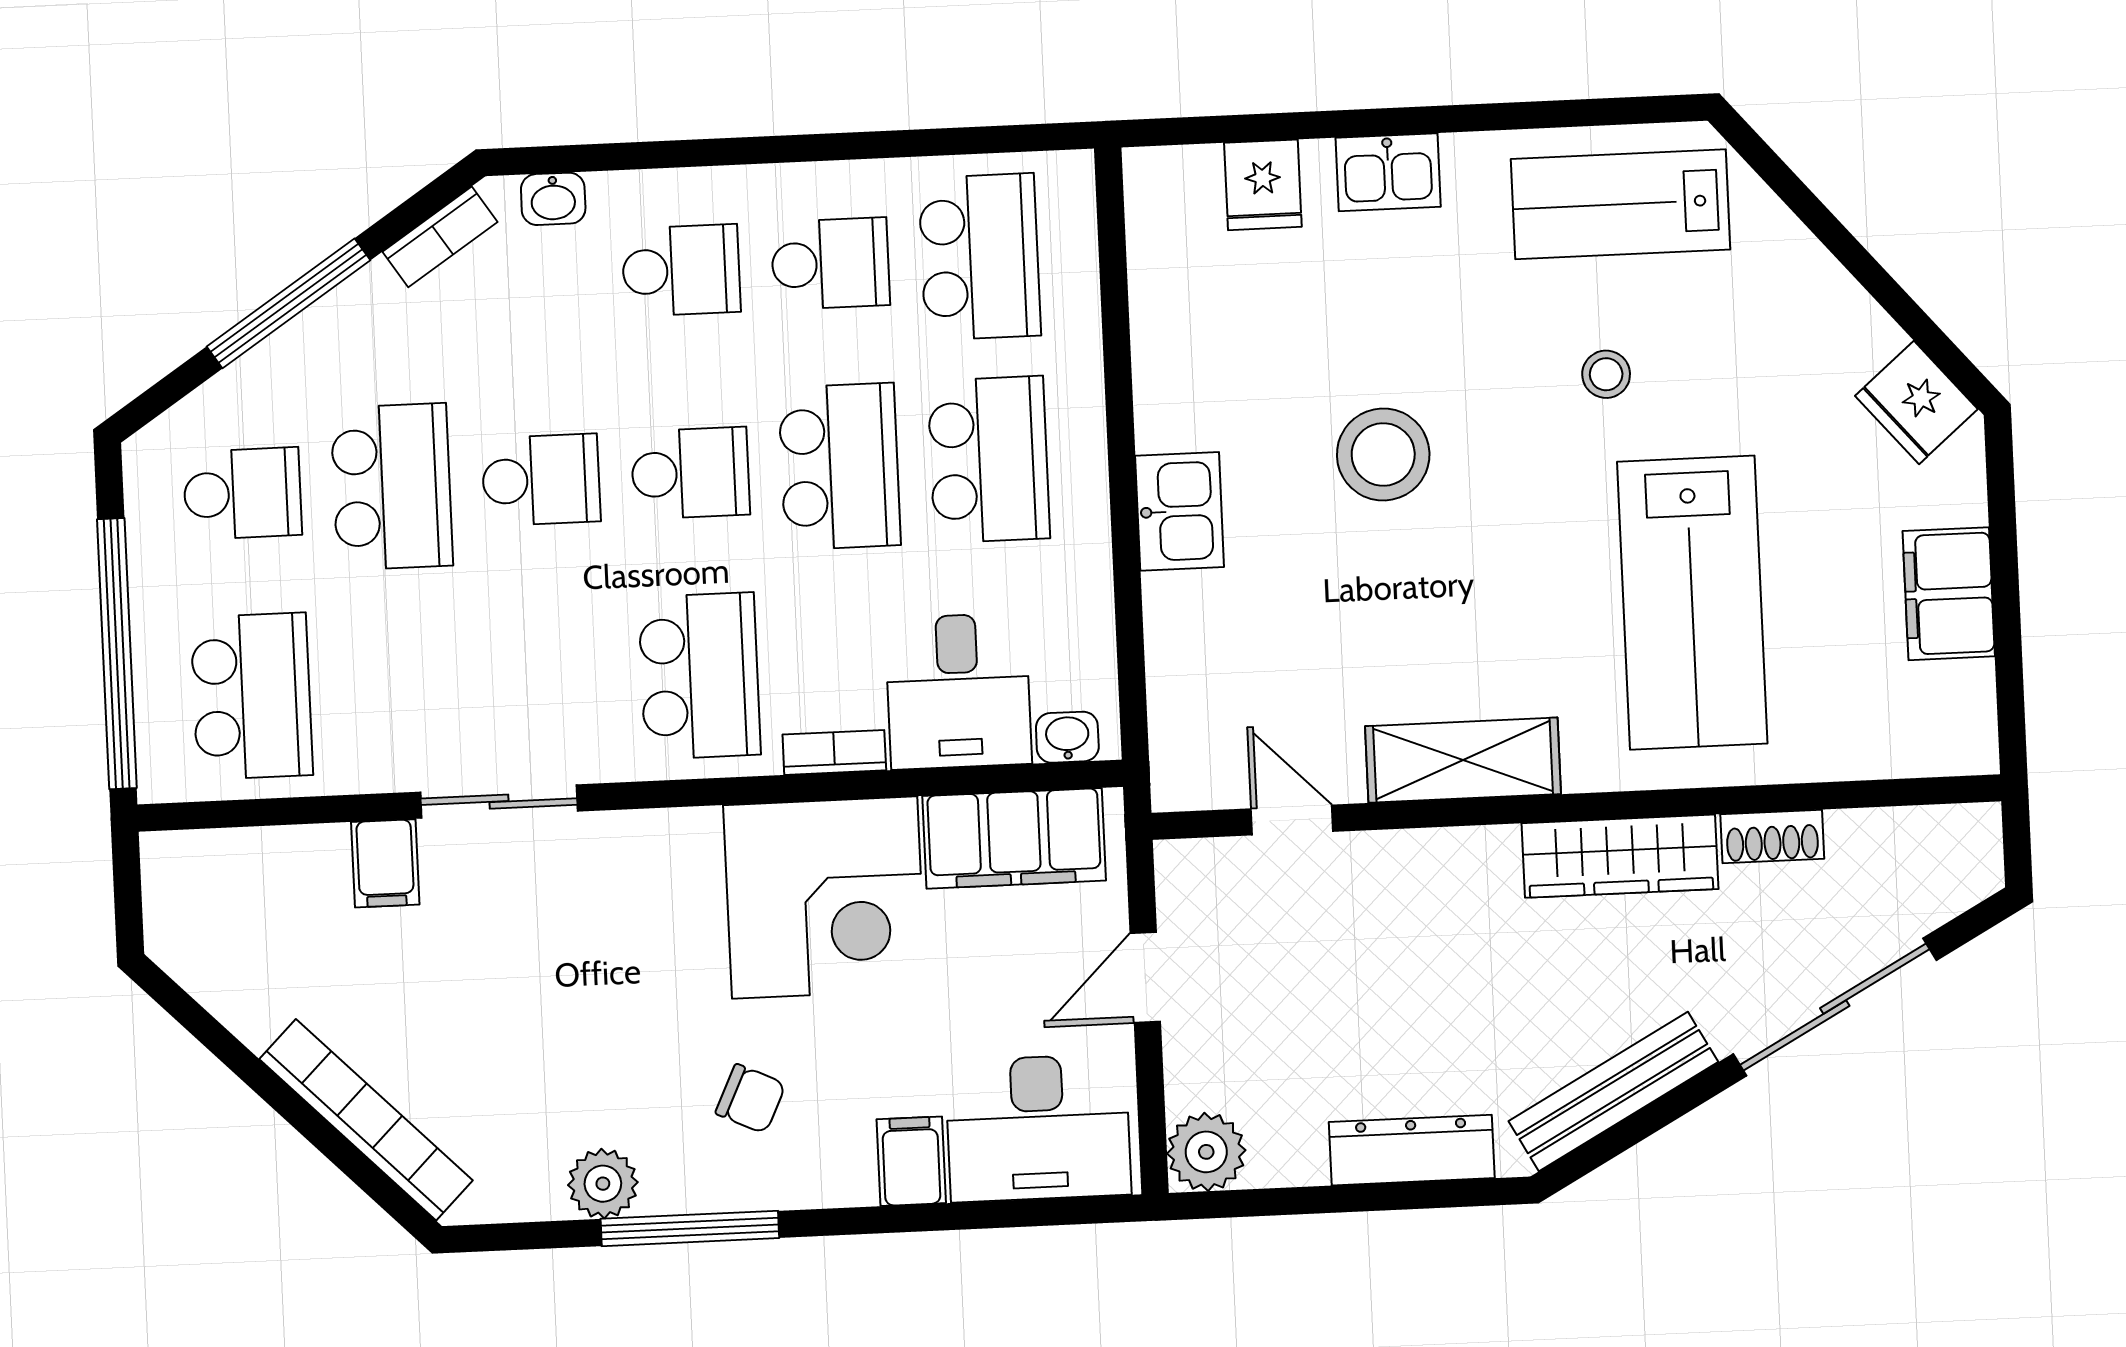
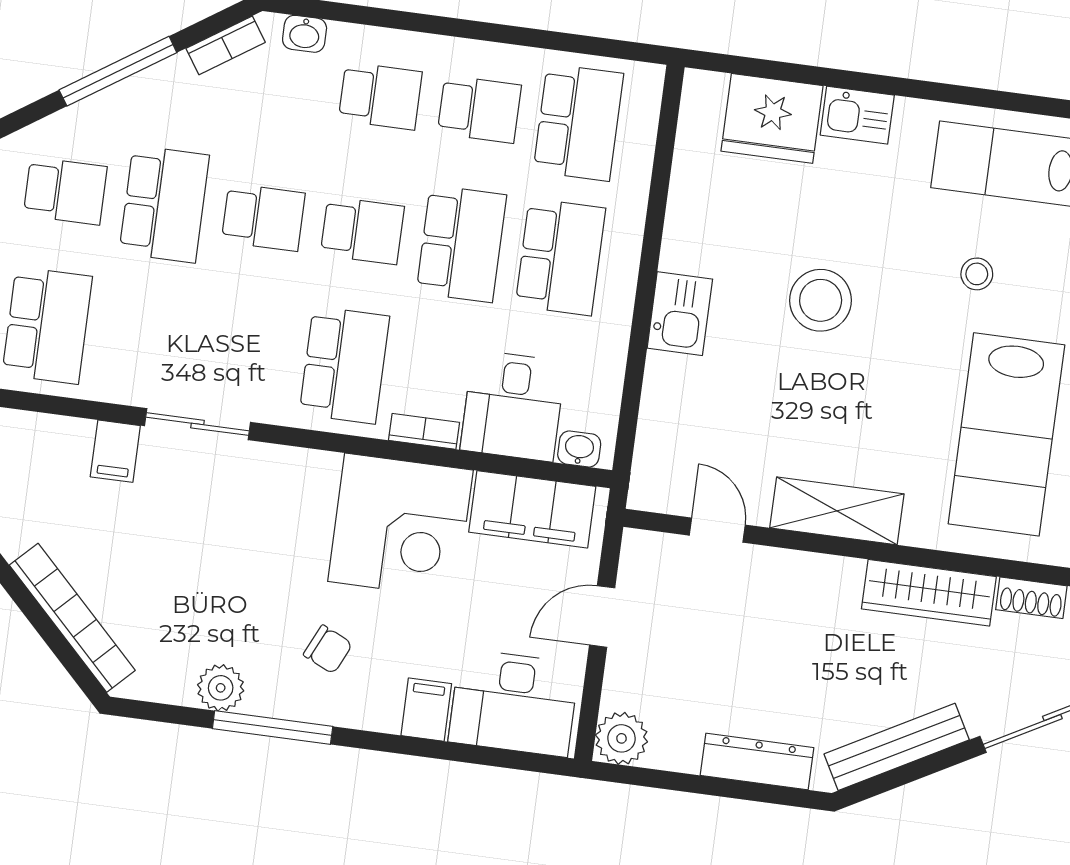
fridge: (1263, 185) -> (772, 118), width x1.88, depth x1.34

